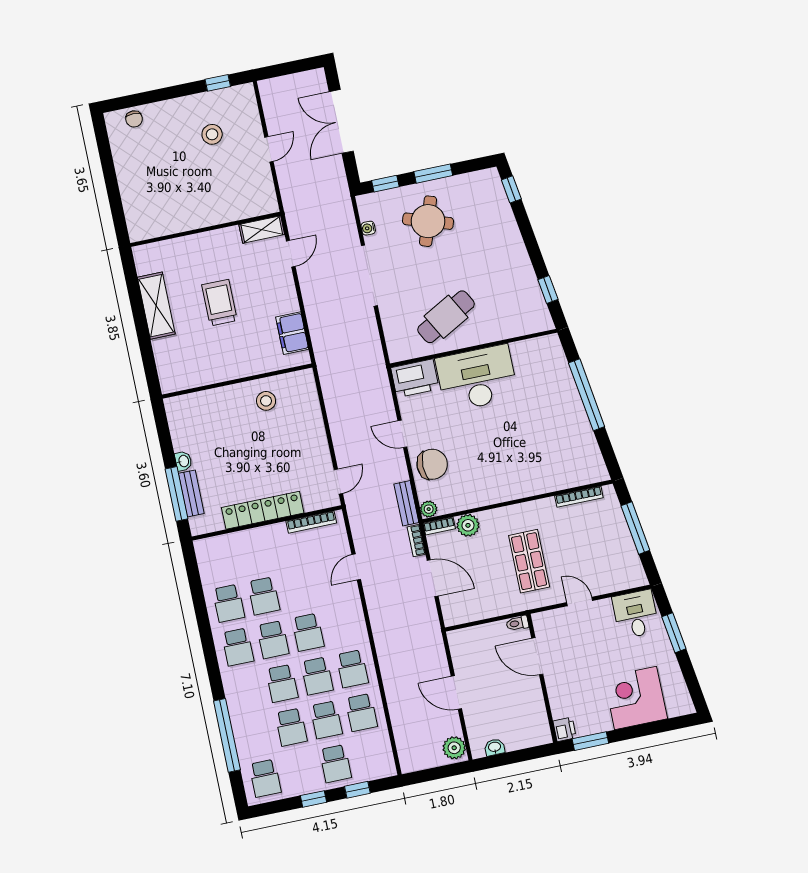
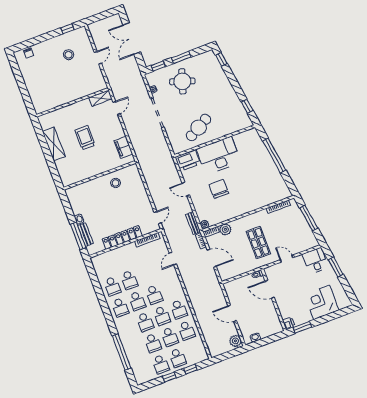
chair: (432, 464) -> (219, 189), moved, turned -90
school desk: (265, 778) -> (161, 364), moved

